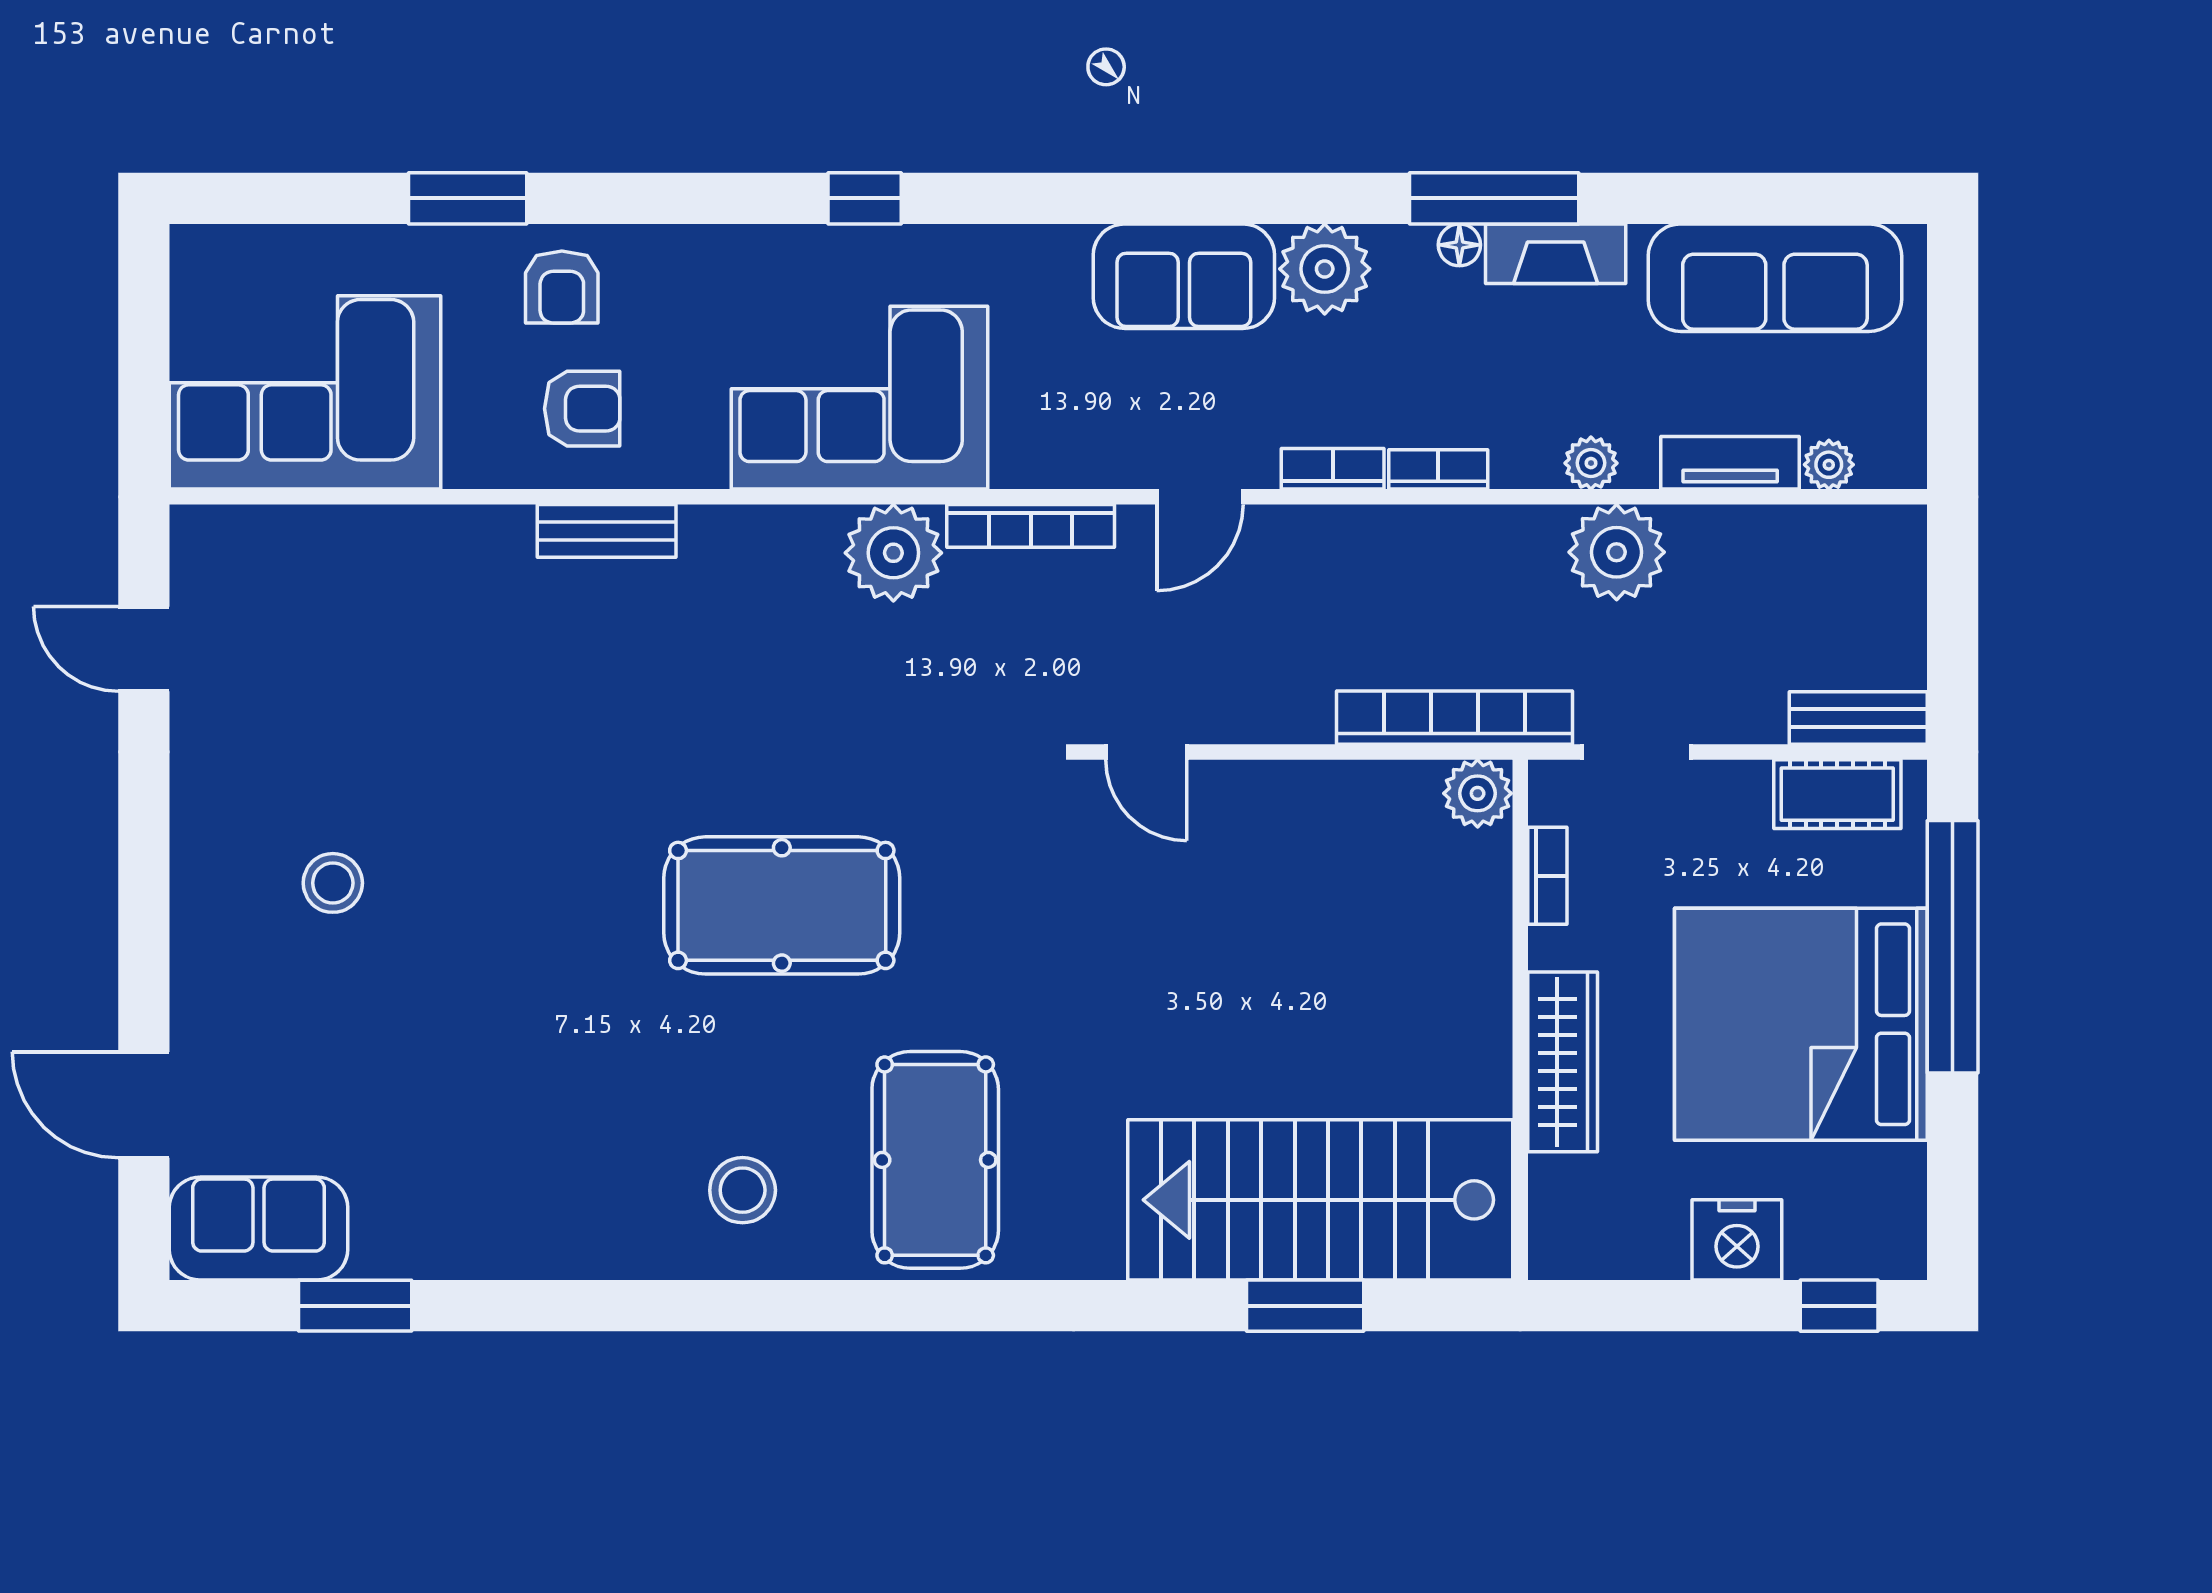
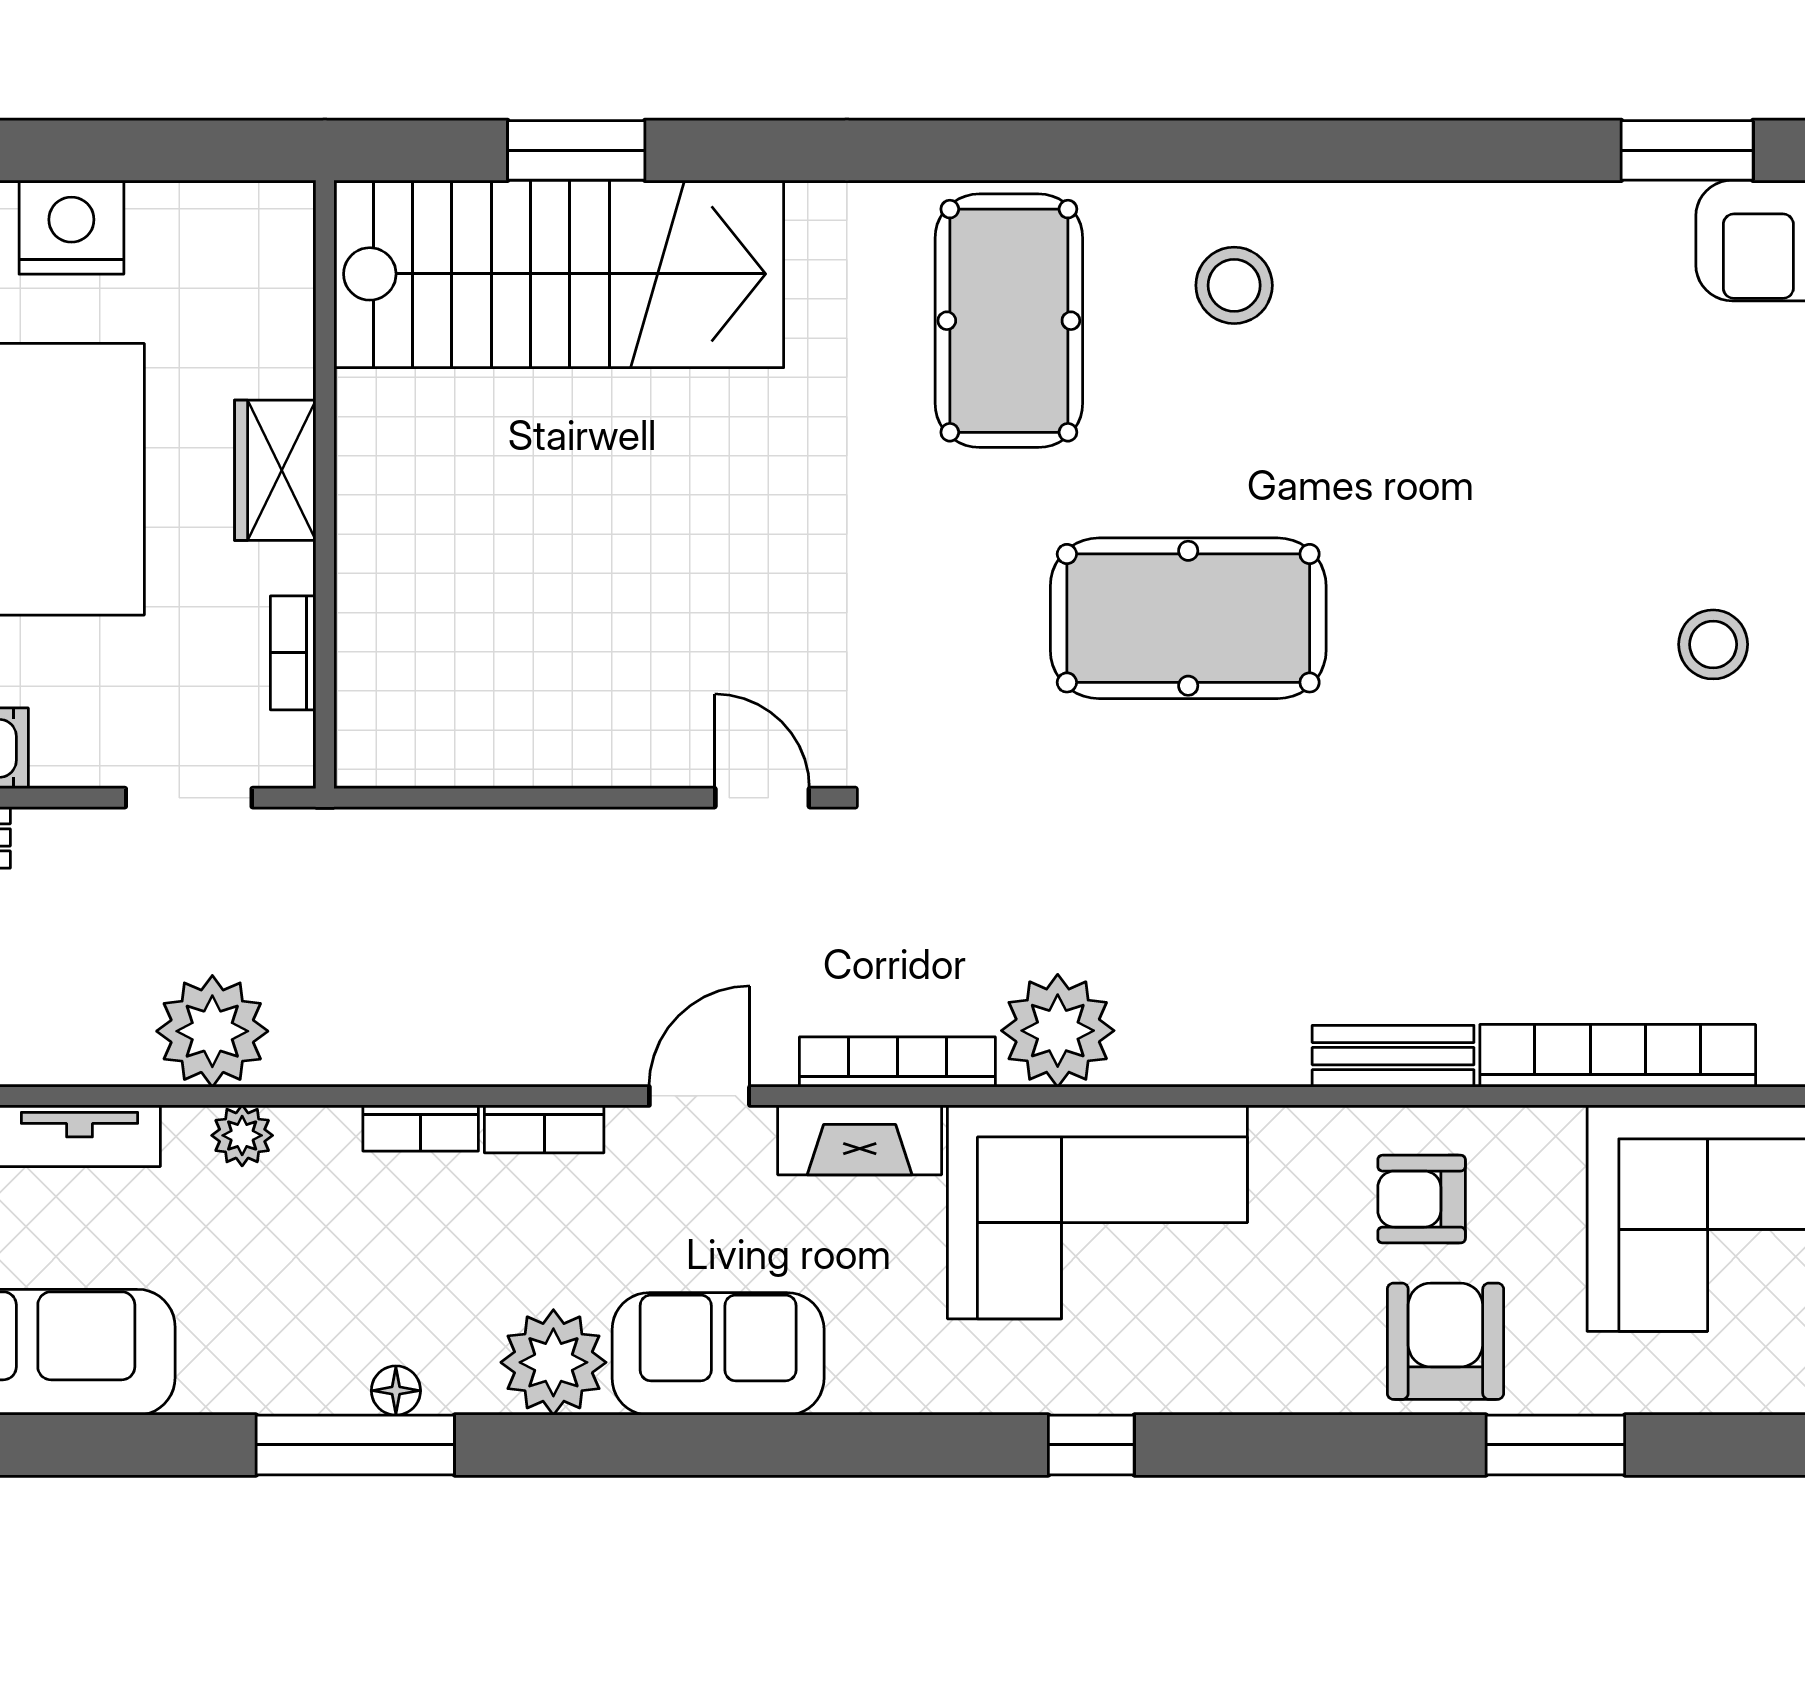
fireplace: (1556, 254) -> (860, 1140), moved, turned 180
armchair: (562, 287) -> (1445, 1341), width x1.38, depth x1.38
bookcase: (1454, 718) -> (1618, 1056), moved, turned 180
plant: (1478, 793) -> (375, 749), removed
wardrobe: (1563, 1062) -> (275, 470), width x0.67

